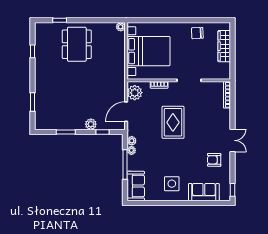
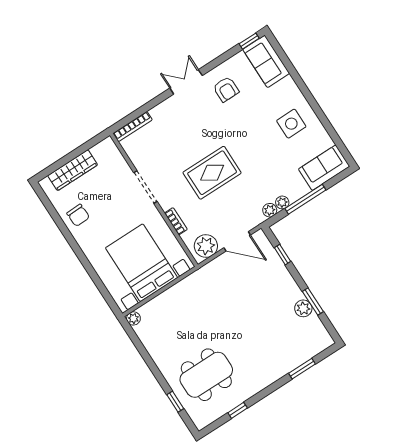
dining table: (77, 44) -> (206, 375), moved
plant: (91, 124) -> (303, 308), moved
sofa: (204, 192) -> (266, 61), moved

